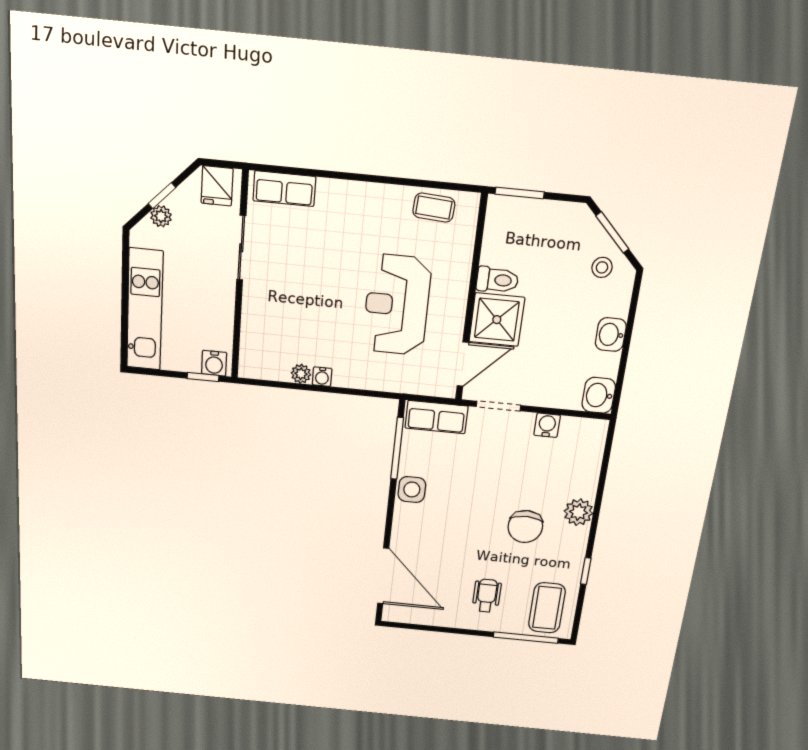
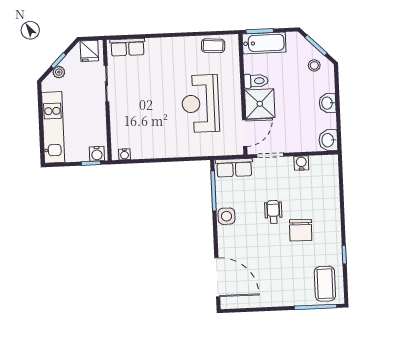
bathtub: (523, 215) -> (264, 43), added
plant: (301, 374) -> (149, 153), removed
water cooler: (322, 377) -> (124, 154), moved
plant: (579, 512) -> (332, 216), removed
wheelchair: (487, 596) -> (273, 212), moved

